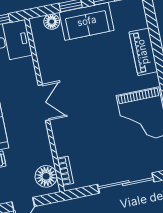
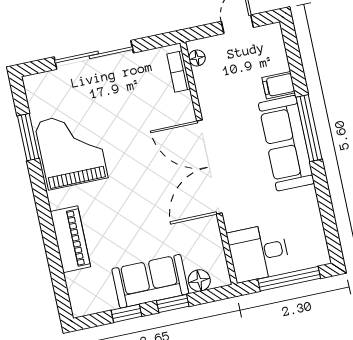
double door: (44, 103) -> (209, 167), width x1.87
floor lamp: (46, 176) -> (197, 58), width x0.53, depth x0.53

